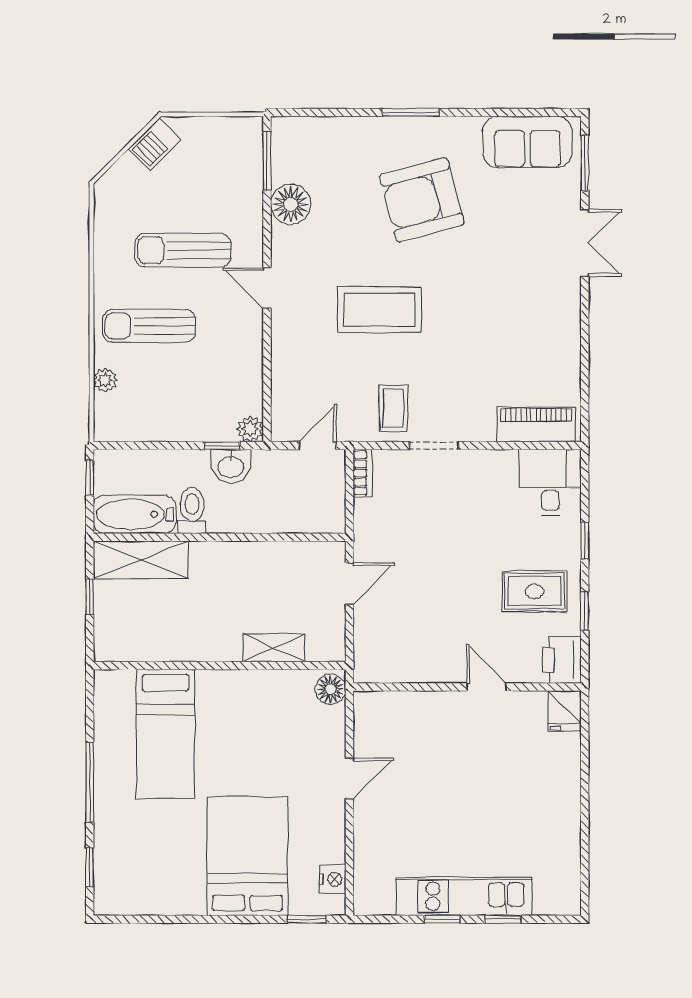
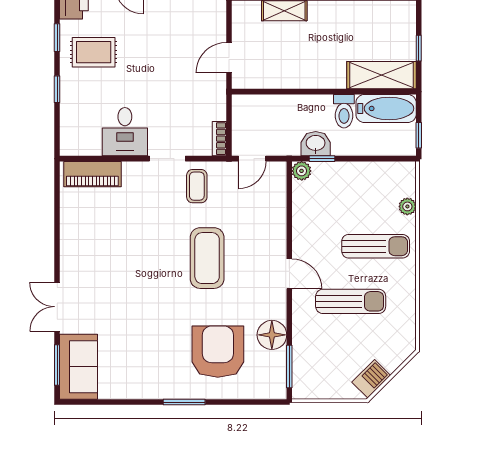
sofa: (527, 142) -> (79, 367), moved, turned 90
armchair: (422, 200) -> (218, 352), moved, turned -75
coffee table: (379, 310) -> (207, 258), turned 90
desk: (550, 482) -> (125, 132), moved

